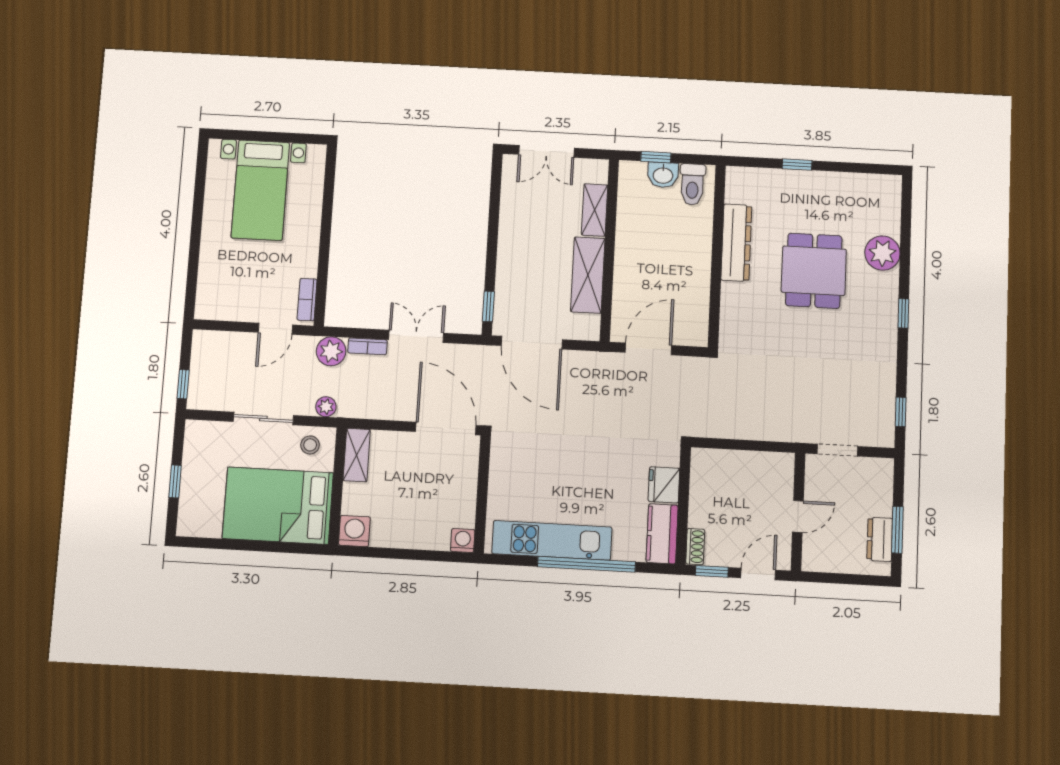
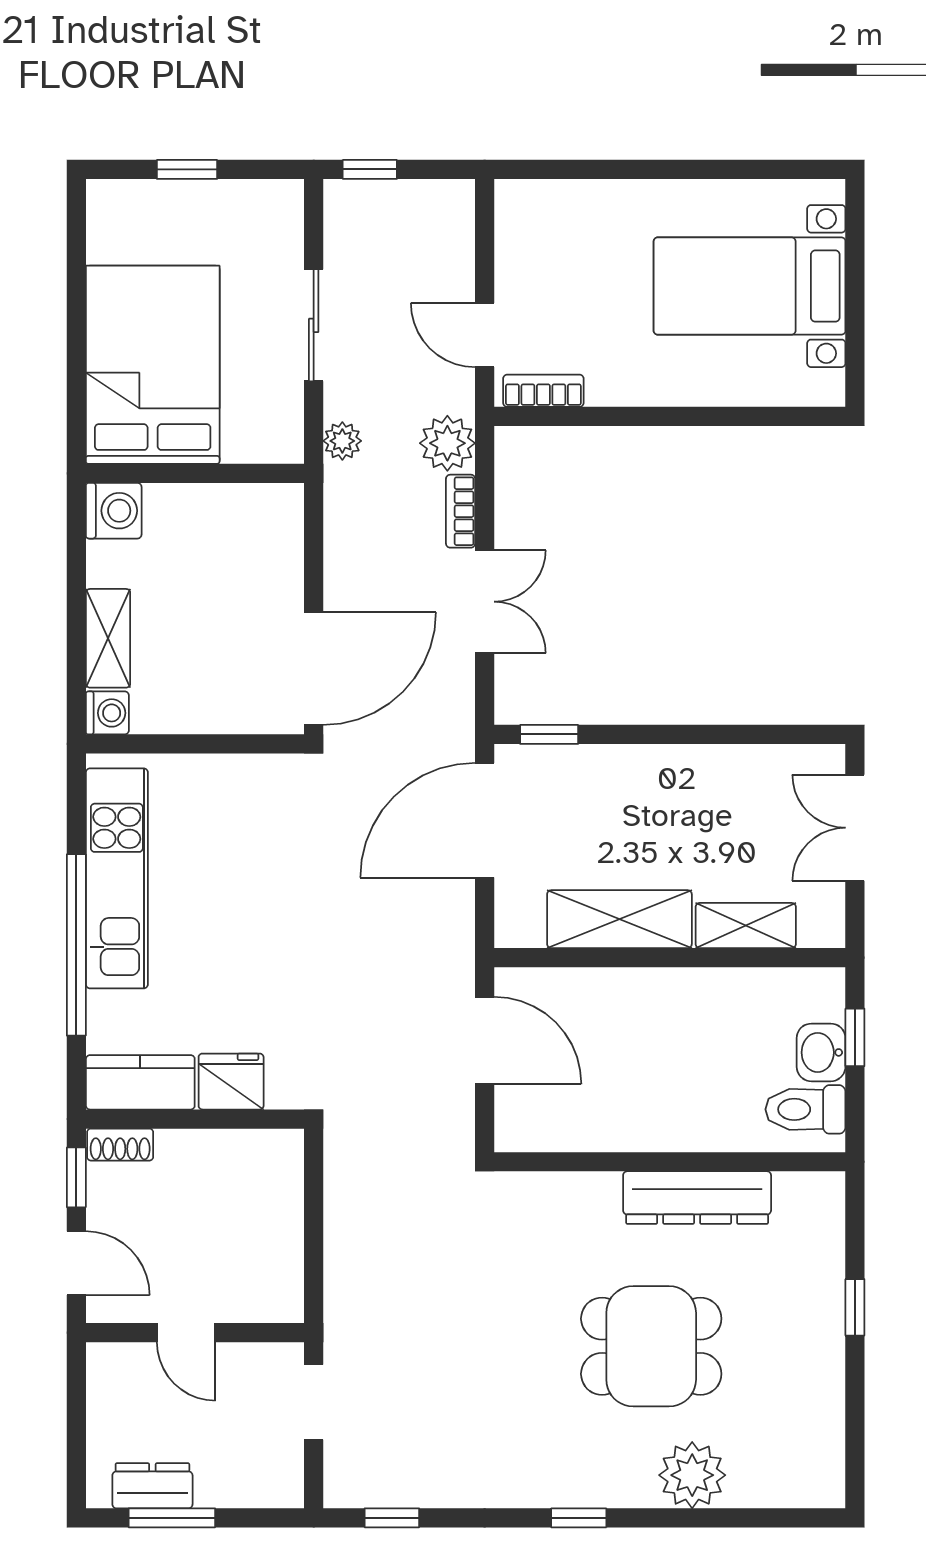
stool: (310, 445) -> (269, 417), removed
shelving: (357, 455) -> (108, 638), moved, turned 90

